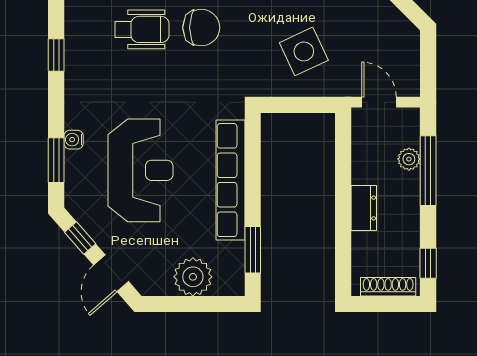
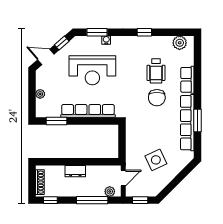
side table: (304, 51) -> (156, 160), moved
window: (428, 64) -> (140, 200), added
plant: (409, 159) -> (110, 191), moved
plant: (193, 277) -> (40, 94), width x0.53, depth x0.53

